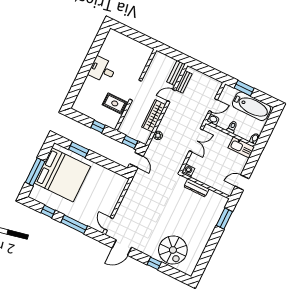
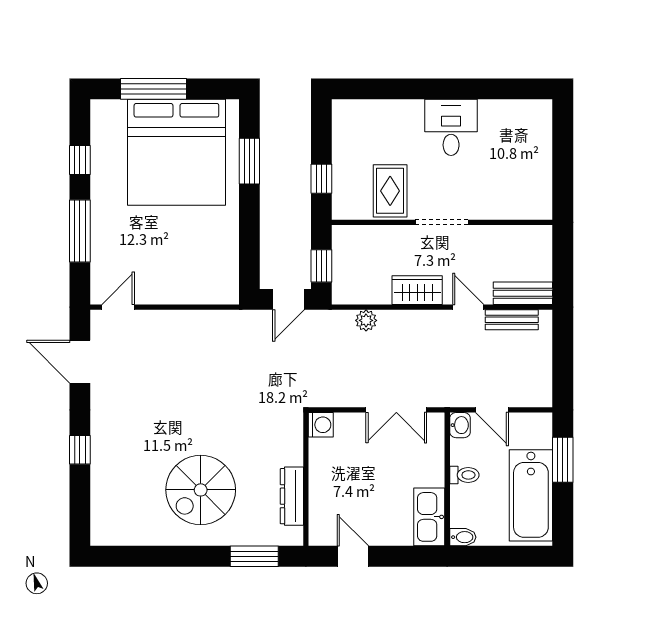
wardrobe: (154, 116) -> (417, 290), width x0.67
dresser: (196, 188) -> (292, 496), moved
spiral stairs: (173, 250) -> (201, 490), moved

